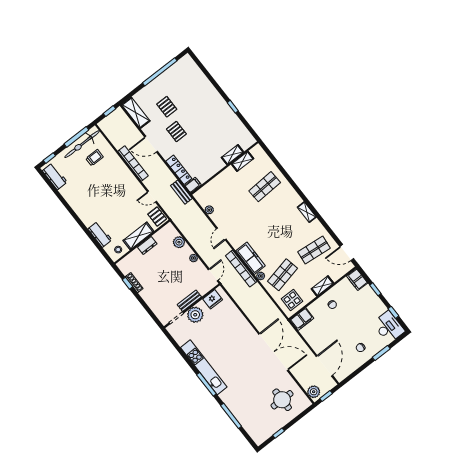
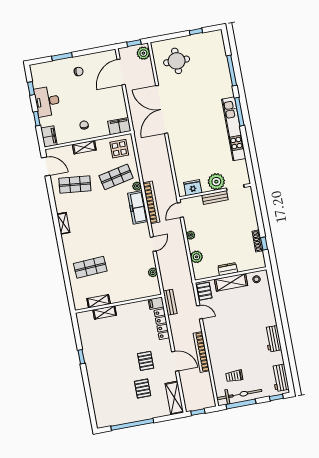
workbench: (100, 234) -> (273, 339), moved
desk: (389, 327) -> (47, 101), moved

